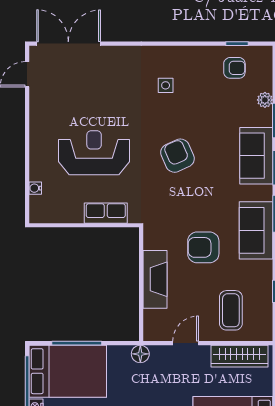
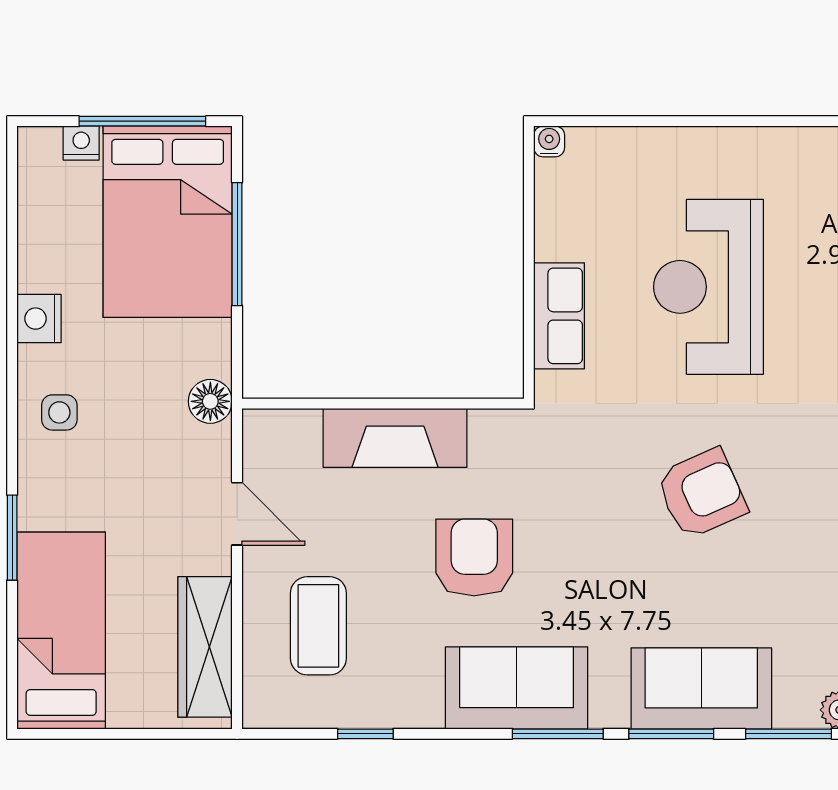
reception desk: (94, 153) -> (708, 287), turned 180
water cooler: (35, 188) -> (549, 141), moved
coffee table: (231, 310) -> (318, 626), turned 90

